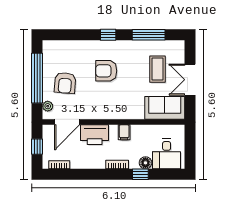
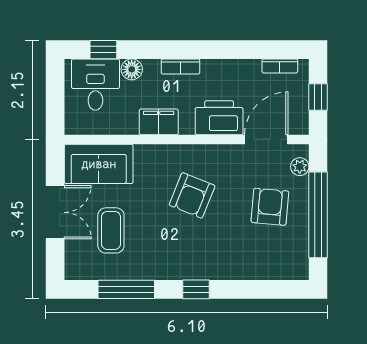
armchair: (106, 71) -> (192, 195), moved, turned 112
filing cabinet: (124, 132) -> (159, 122), width x2.00
window: (140, 174) -> (103, 50), moved

